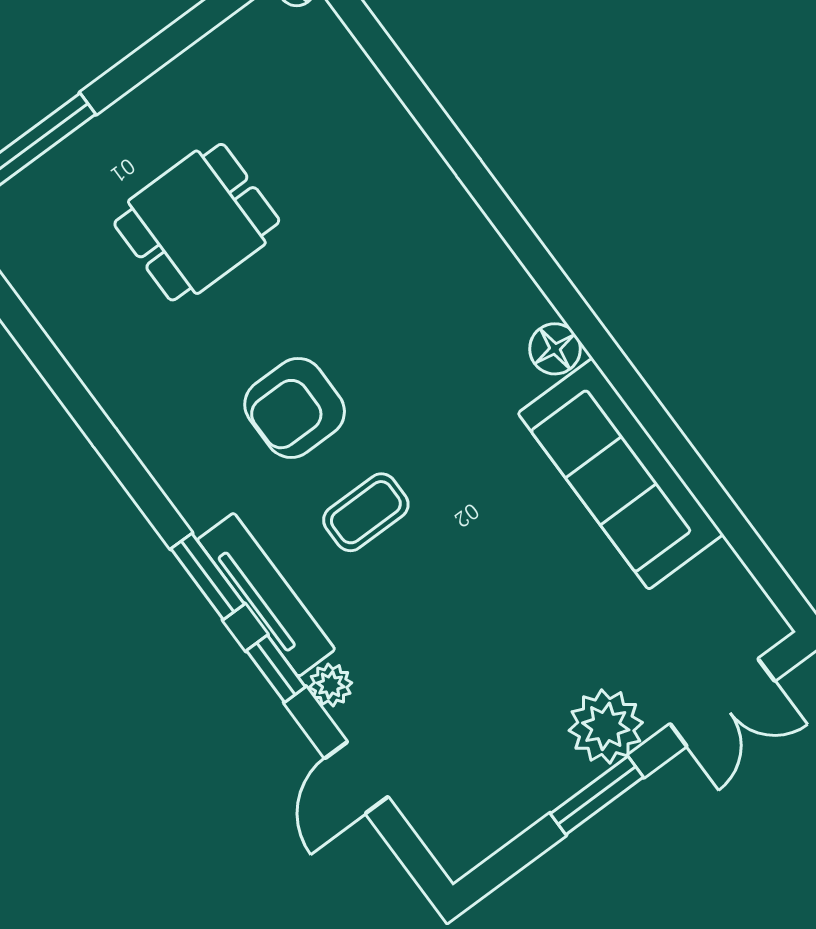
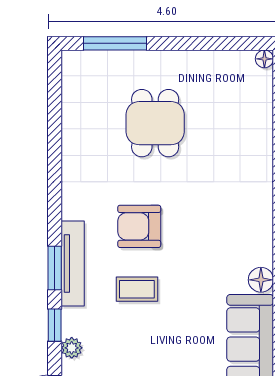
dining table: (197, 222) -> (155, 123), turned 90
tv unit: (266, 595) -> (73, 263), moved

